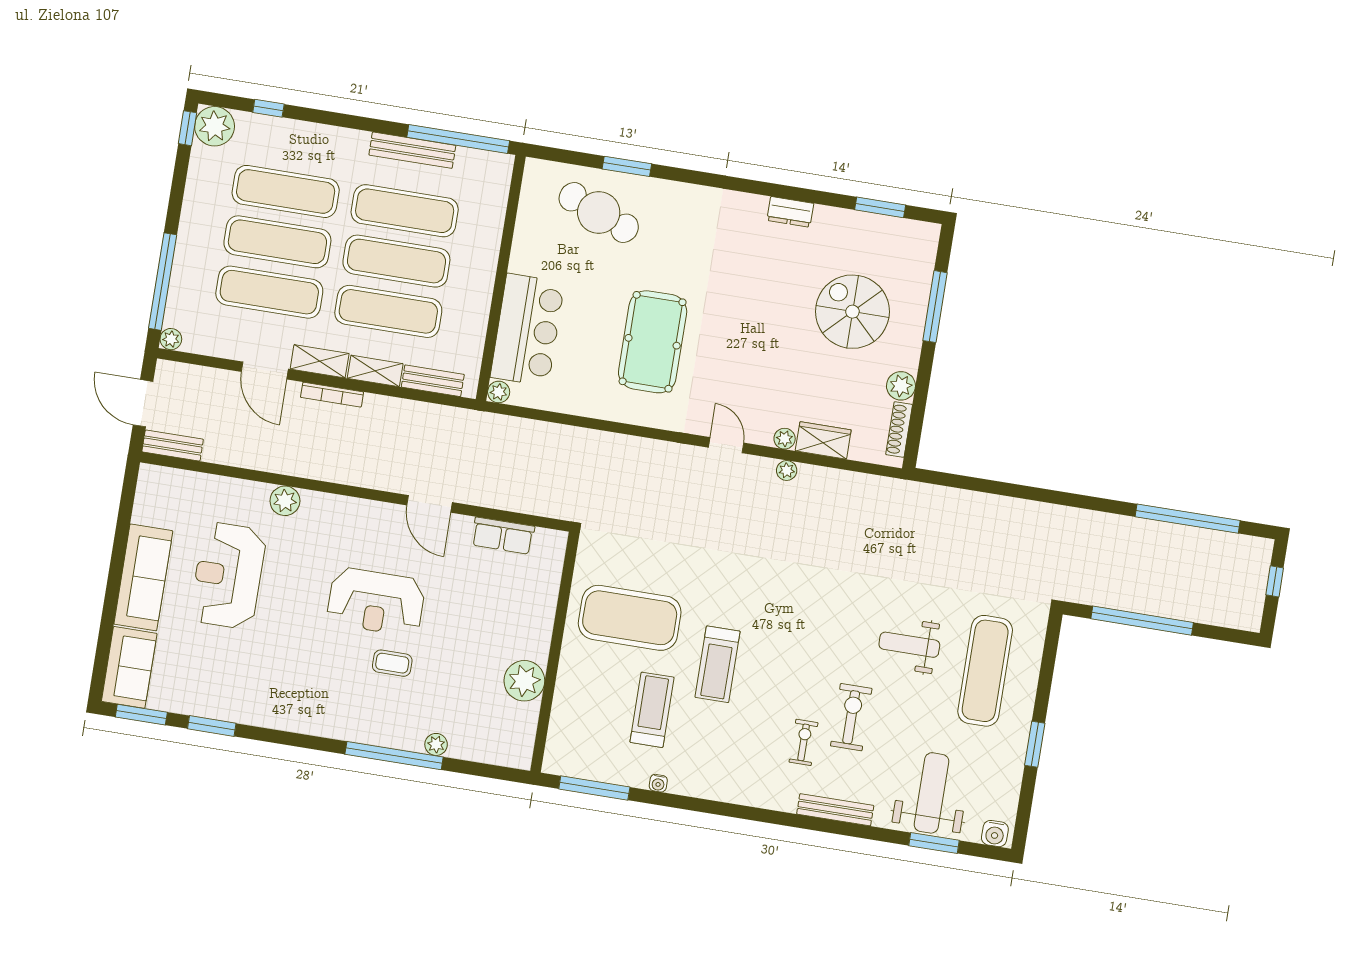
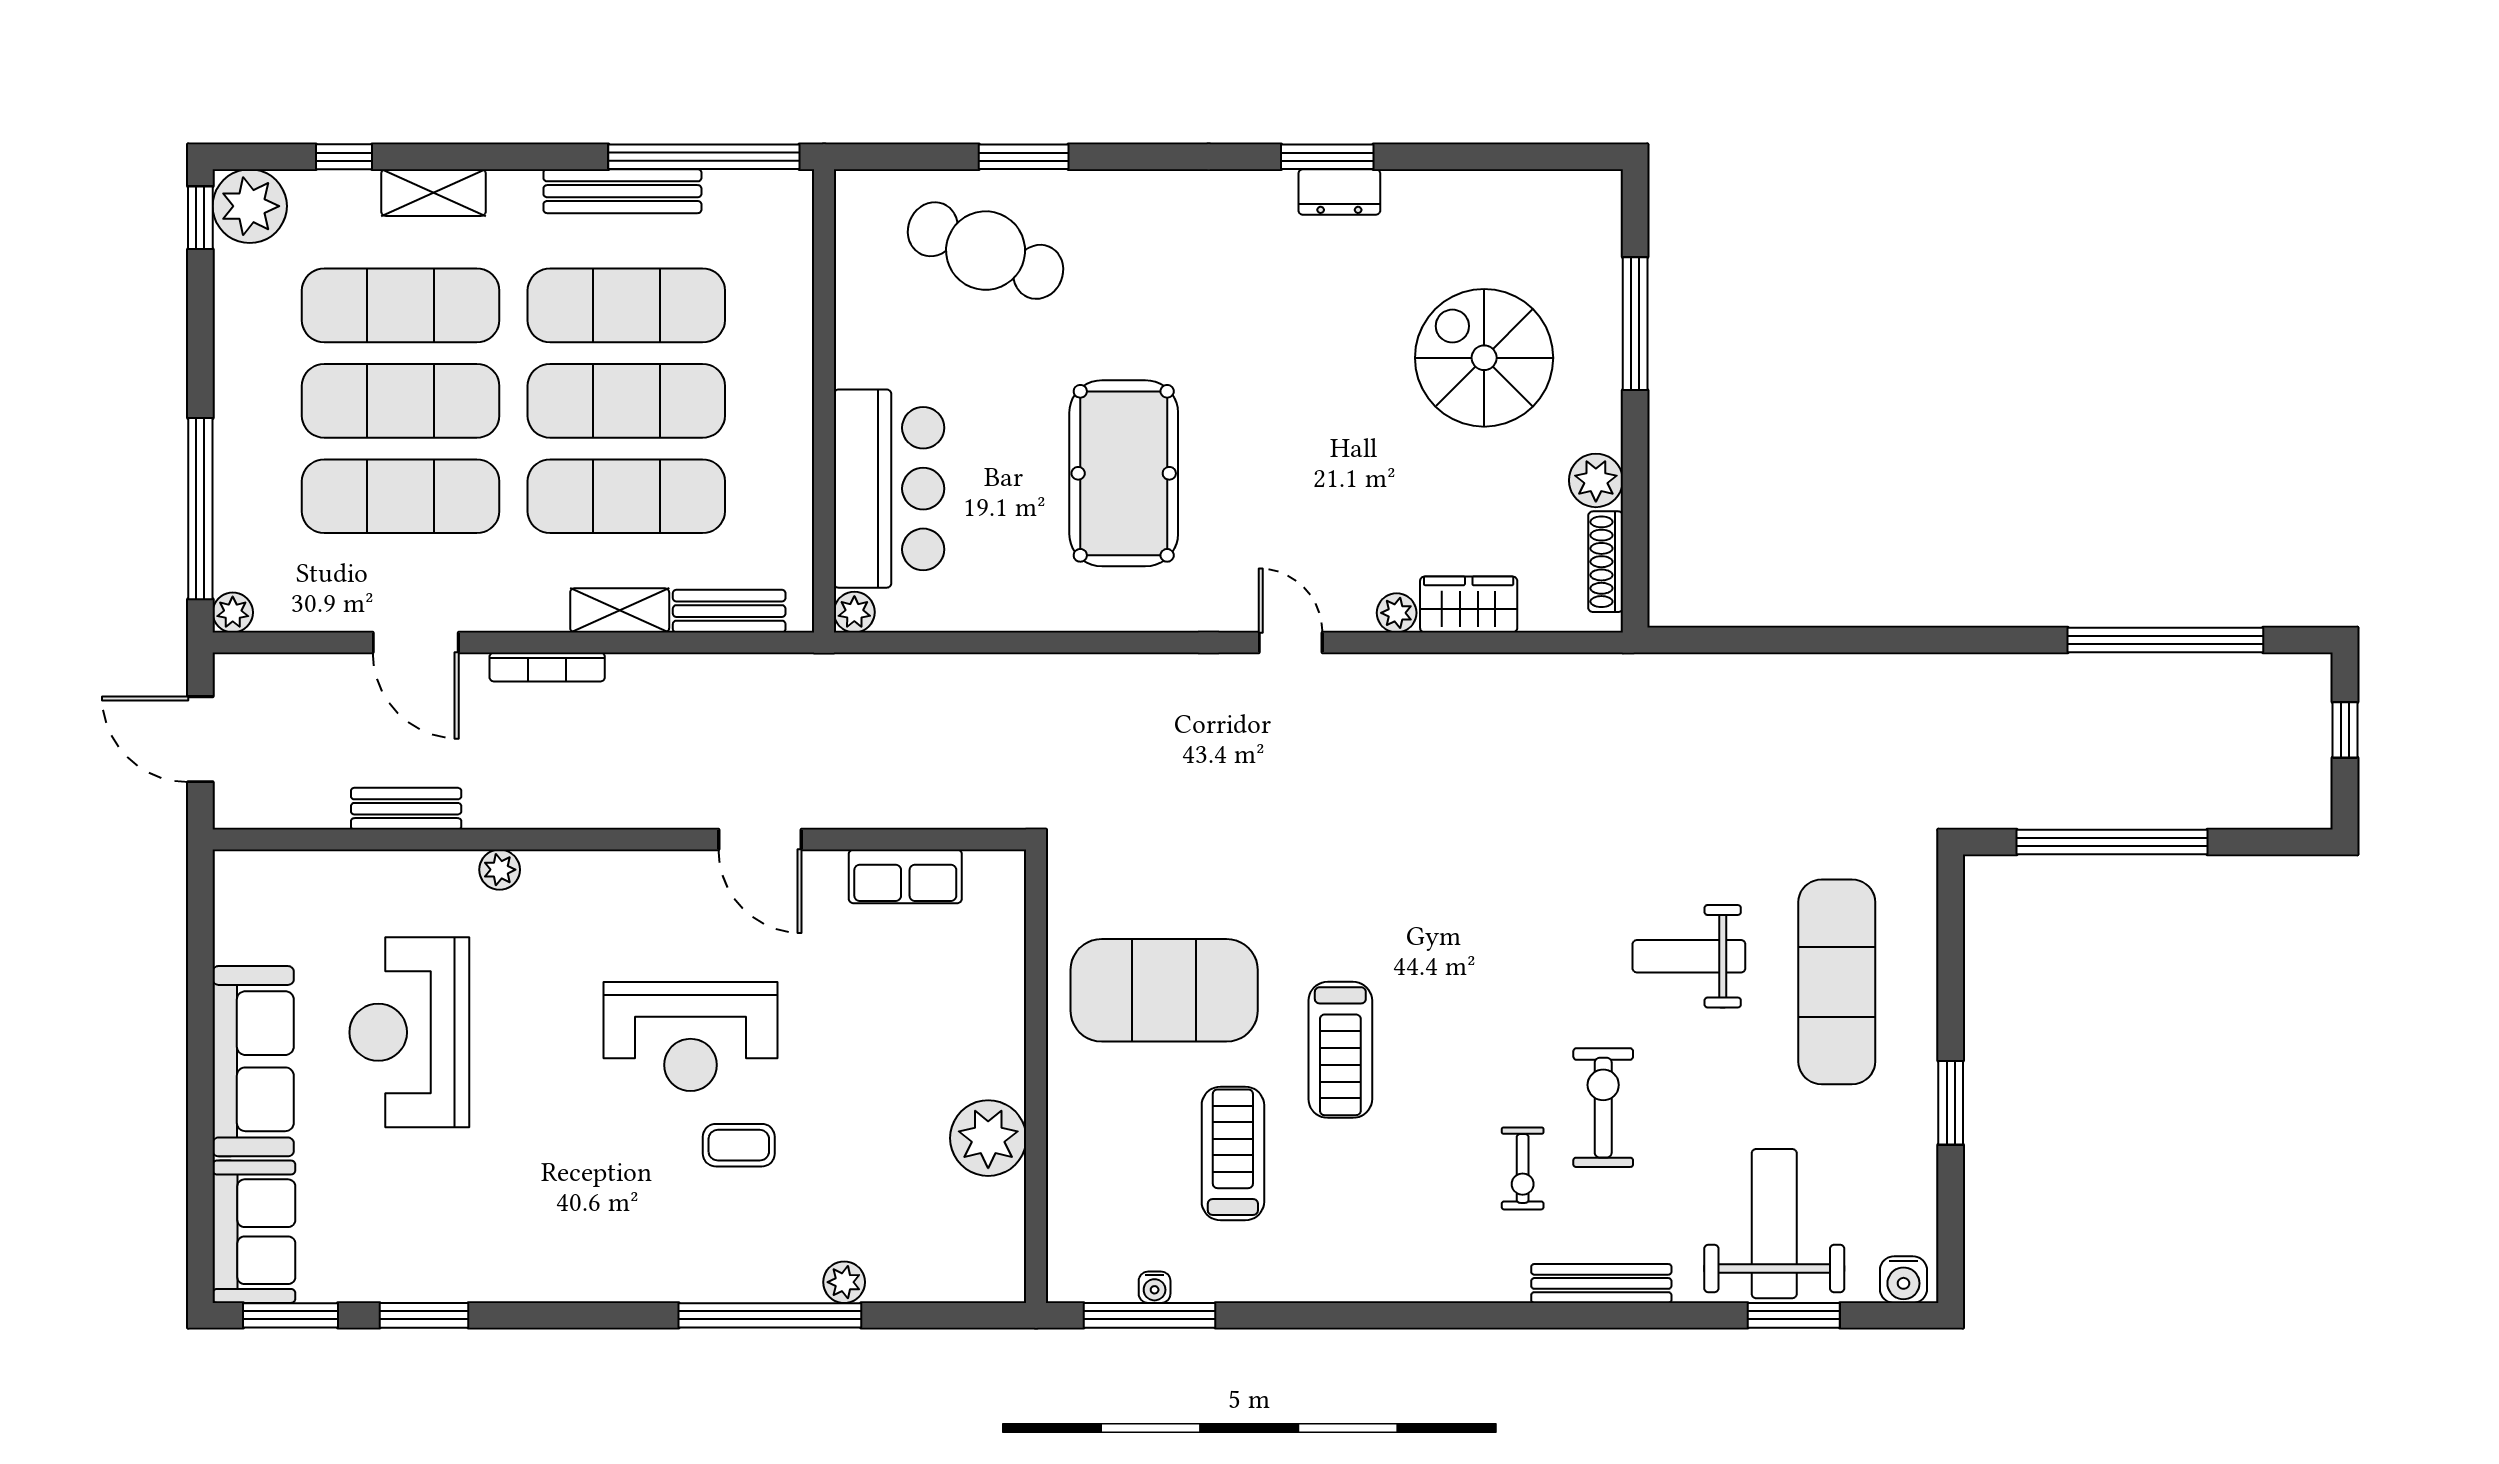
window: (880, 207) -> (1327, 157), moved
shelving: (320, 361) -> (433, 193), moved
bench: (173, 446) -> (406, 809), moved
plant: (787, 470) -> (1410, 671), removed
plant: (285, 501) -> (500, 870), width x0.73, depth x0.73
exercise bike: (804, 742) -> (1523, 1168), turned 180
water cooler: (658, 783) -> (1155, 1287), moved

